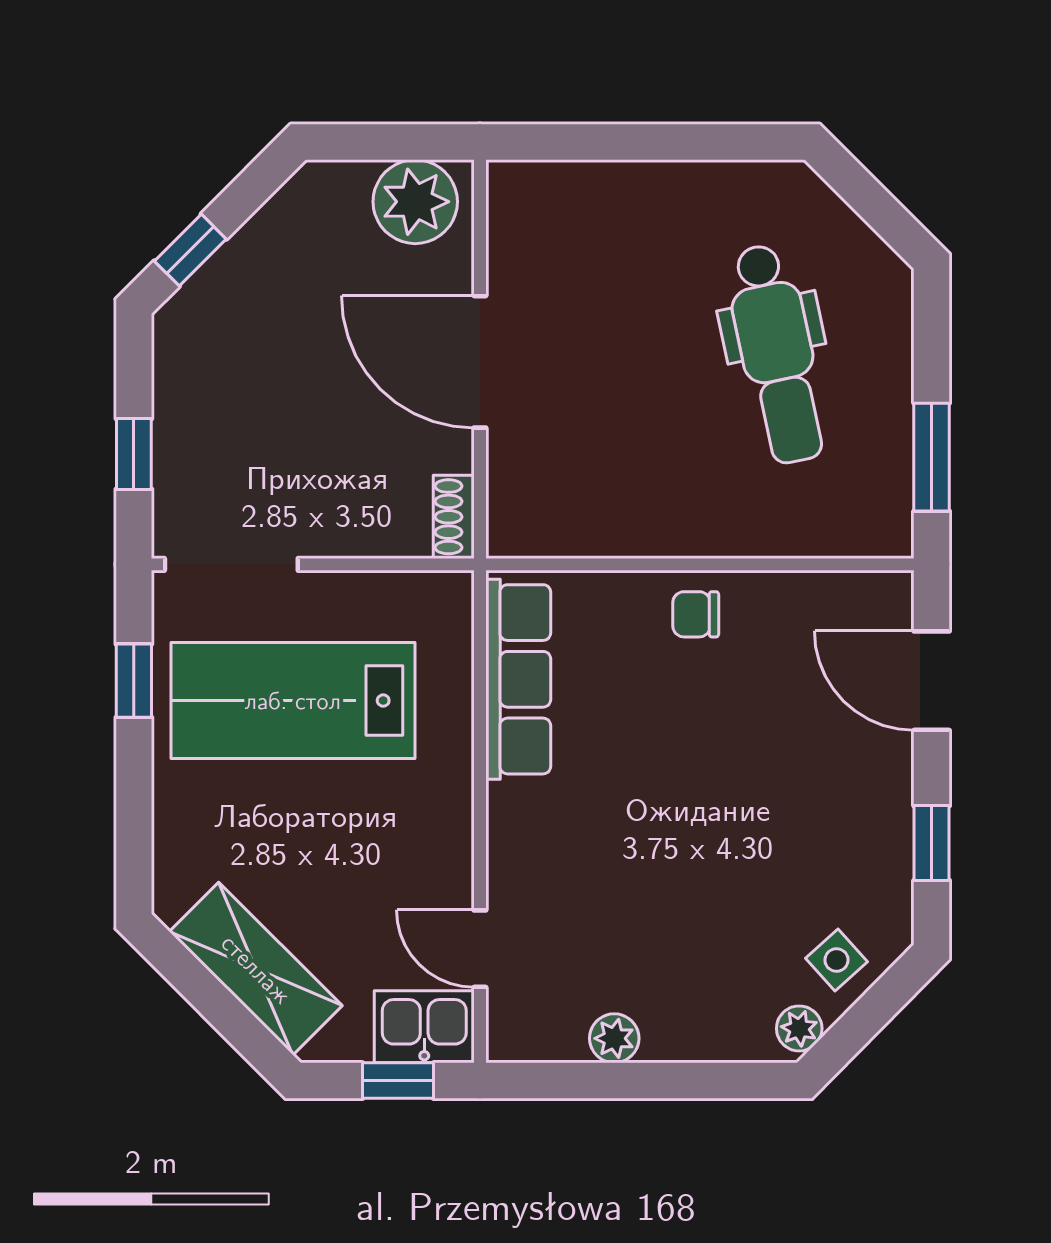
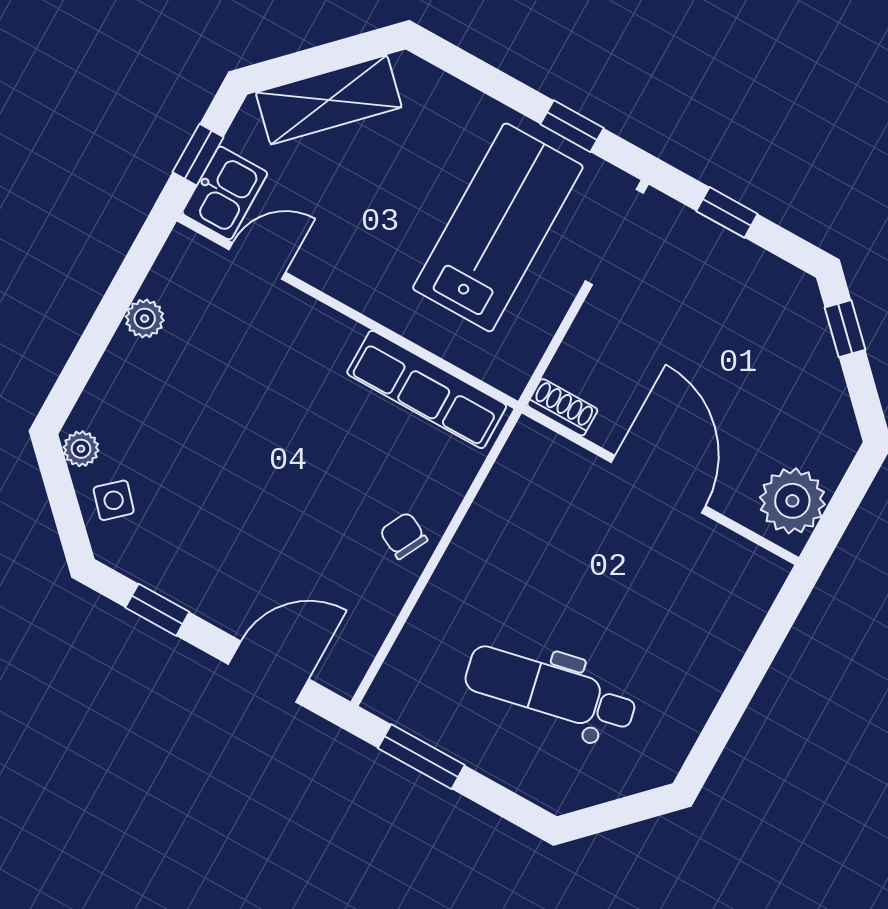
door: (480, 362) -> (658, 484), hinge flipped
chair: (696, 614) -> (404, 536), turned -63

